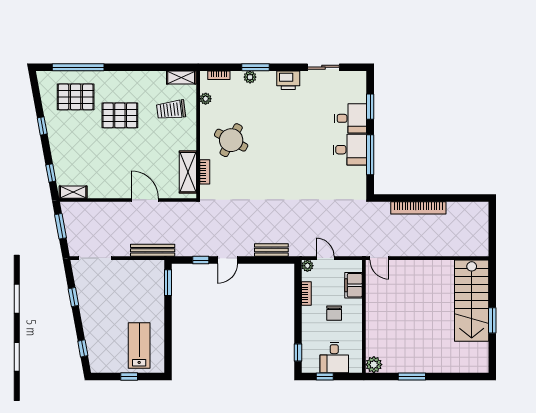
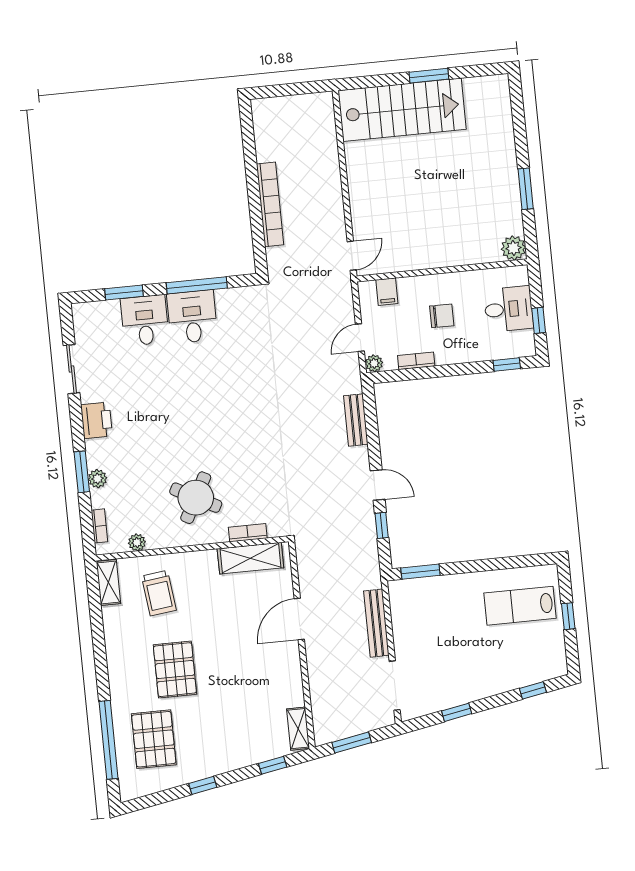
bench: (153, 250) -> (376, 623), moved
filing cabinet: (354, 285) -> (387, 292), width x0.50

